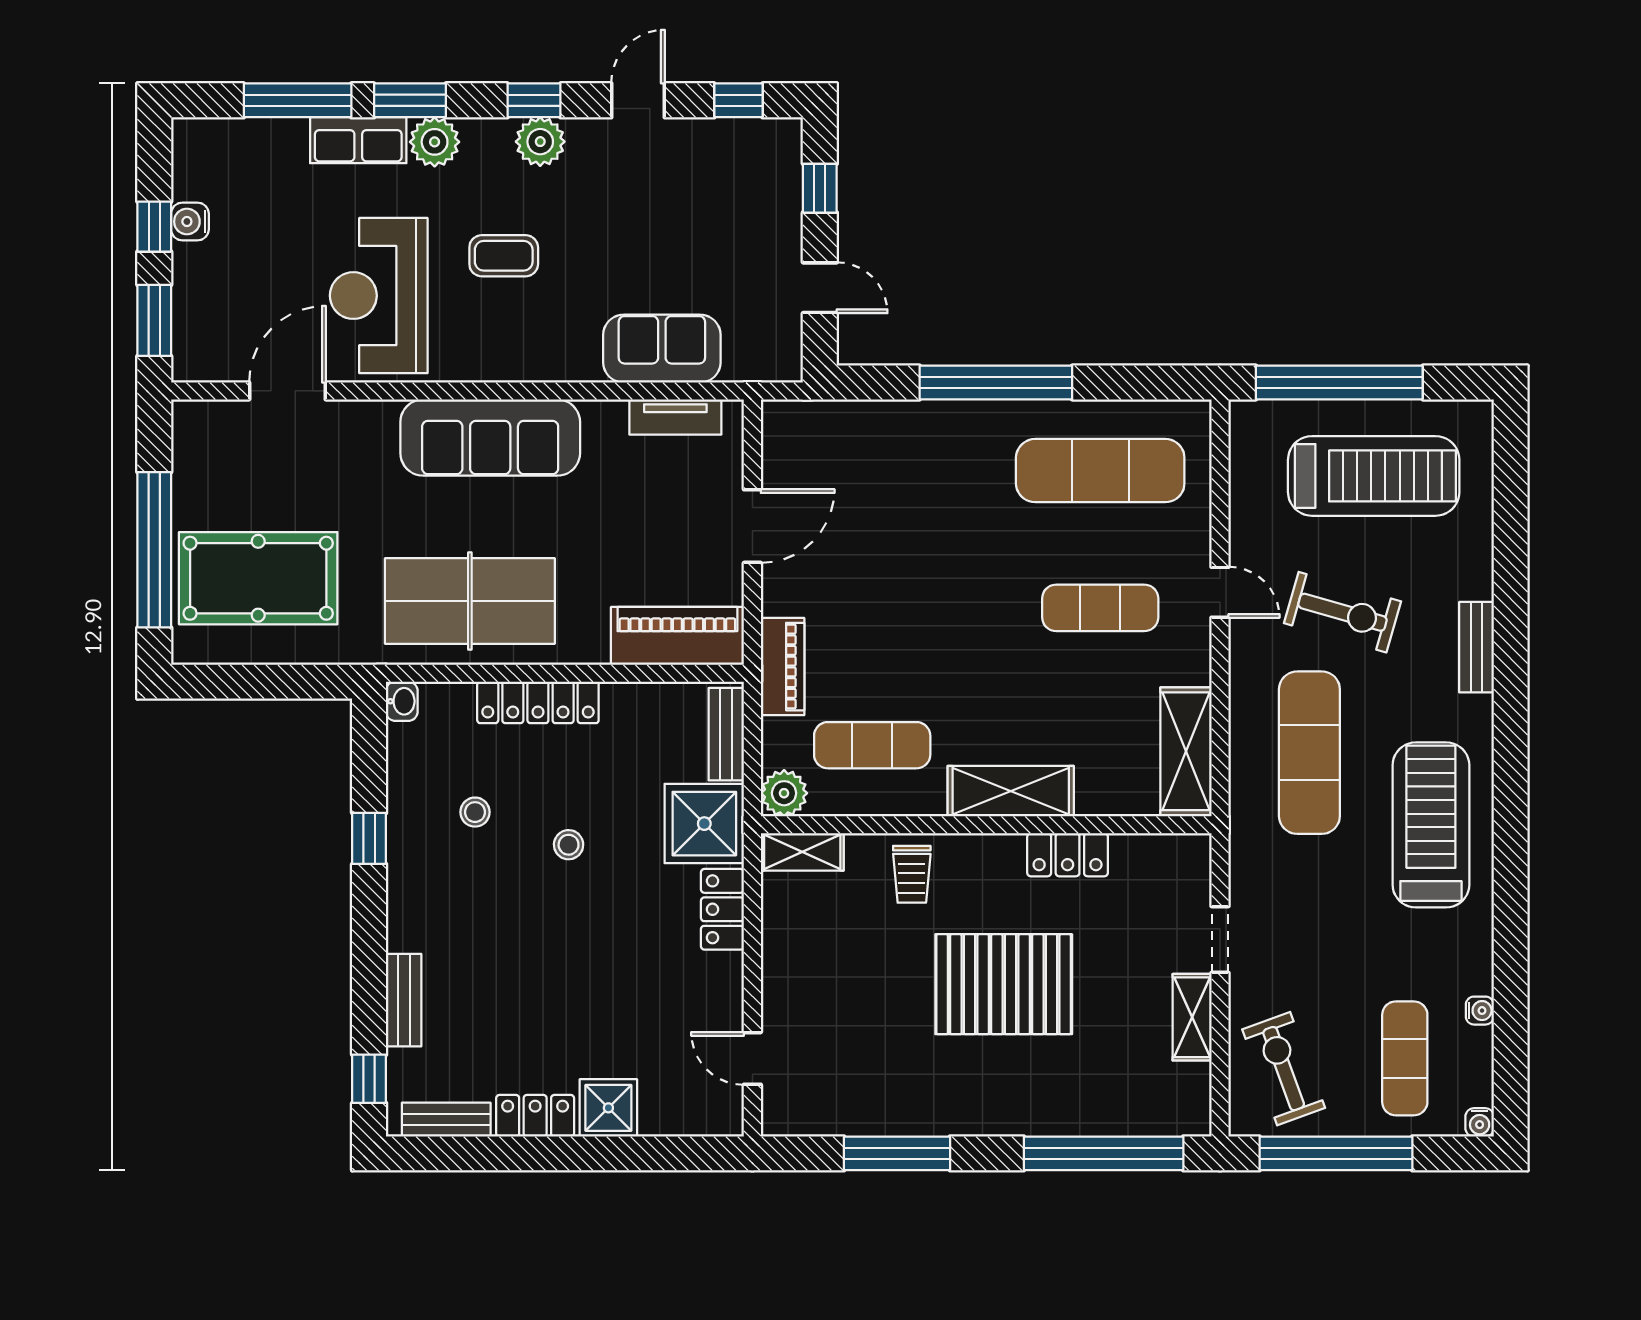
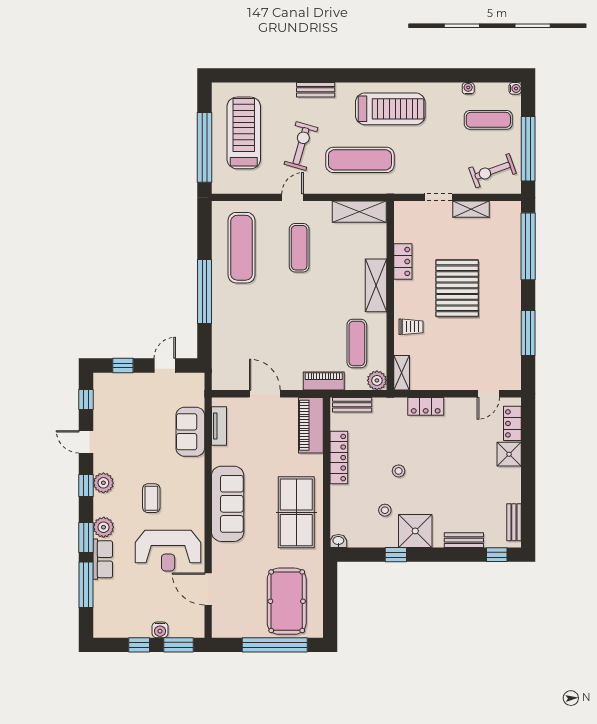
water cooler: (190, 222) -> (160, 630), moved
locker: (538, 702) -> (339, 458), moved
shower: (704, 824) -> (415, 531), moved
treadmill: (1431, 825) -> (390, 109), turned 180
locker: (535, 1116) -> (512, 423), moved

